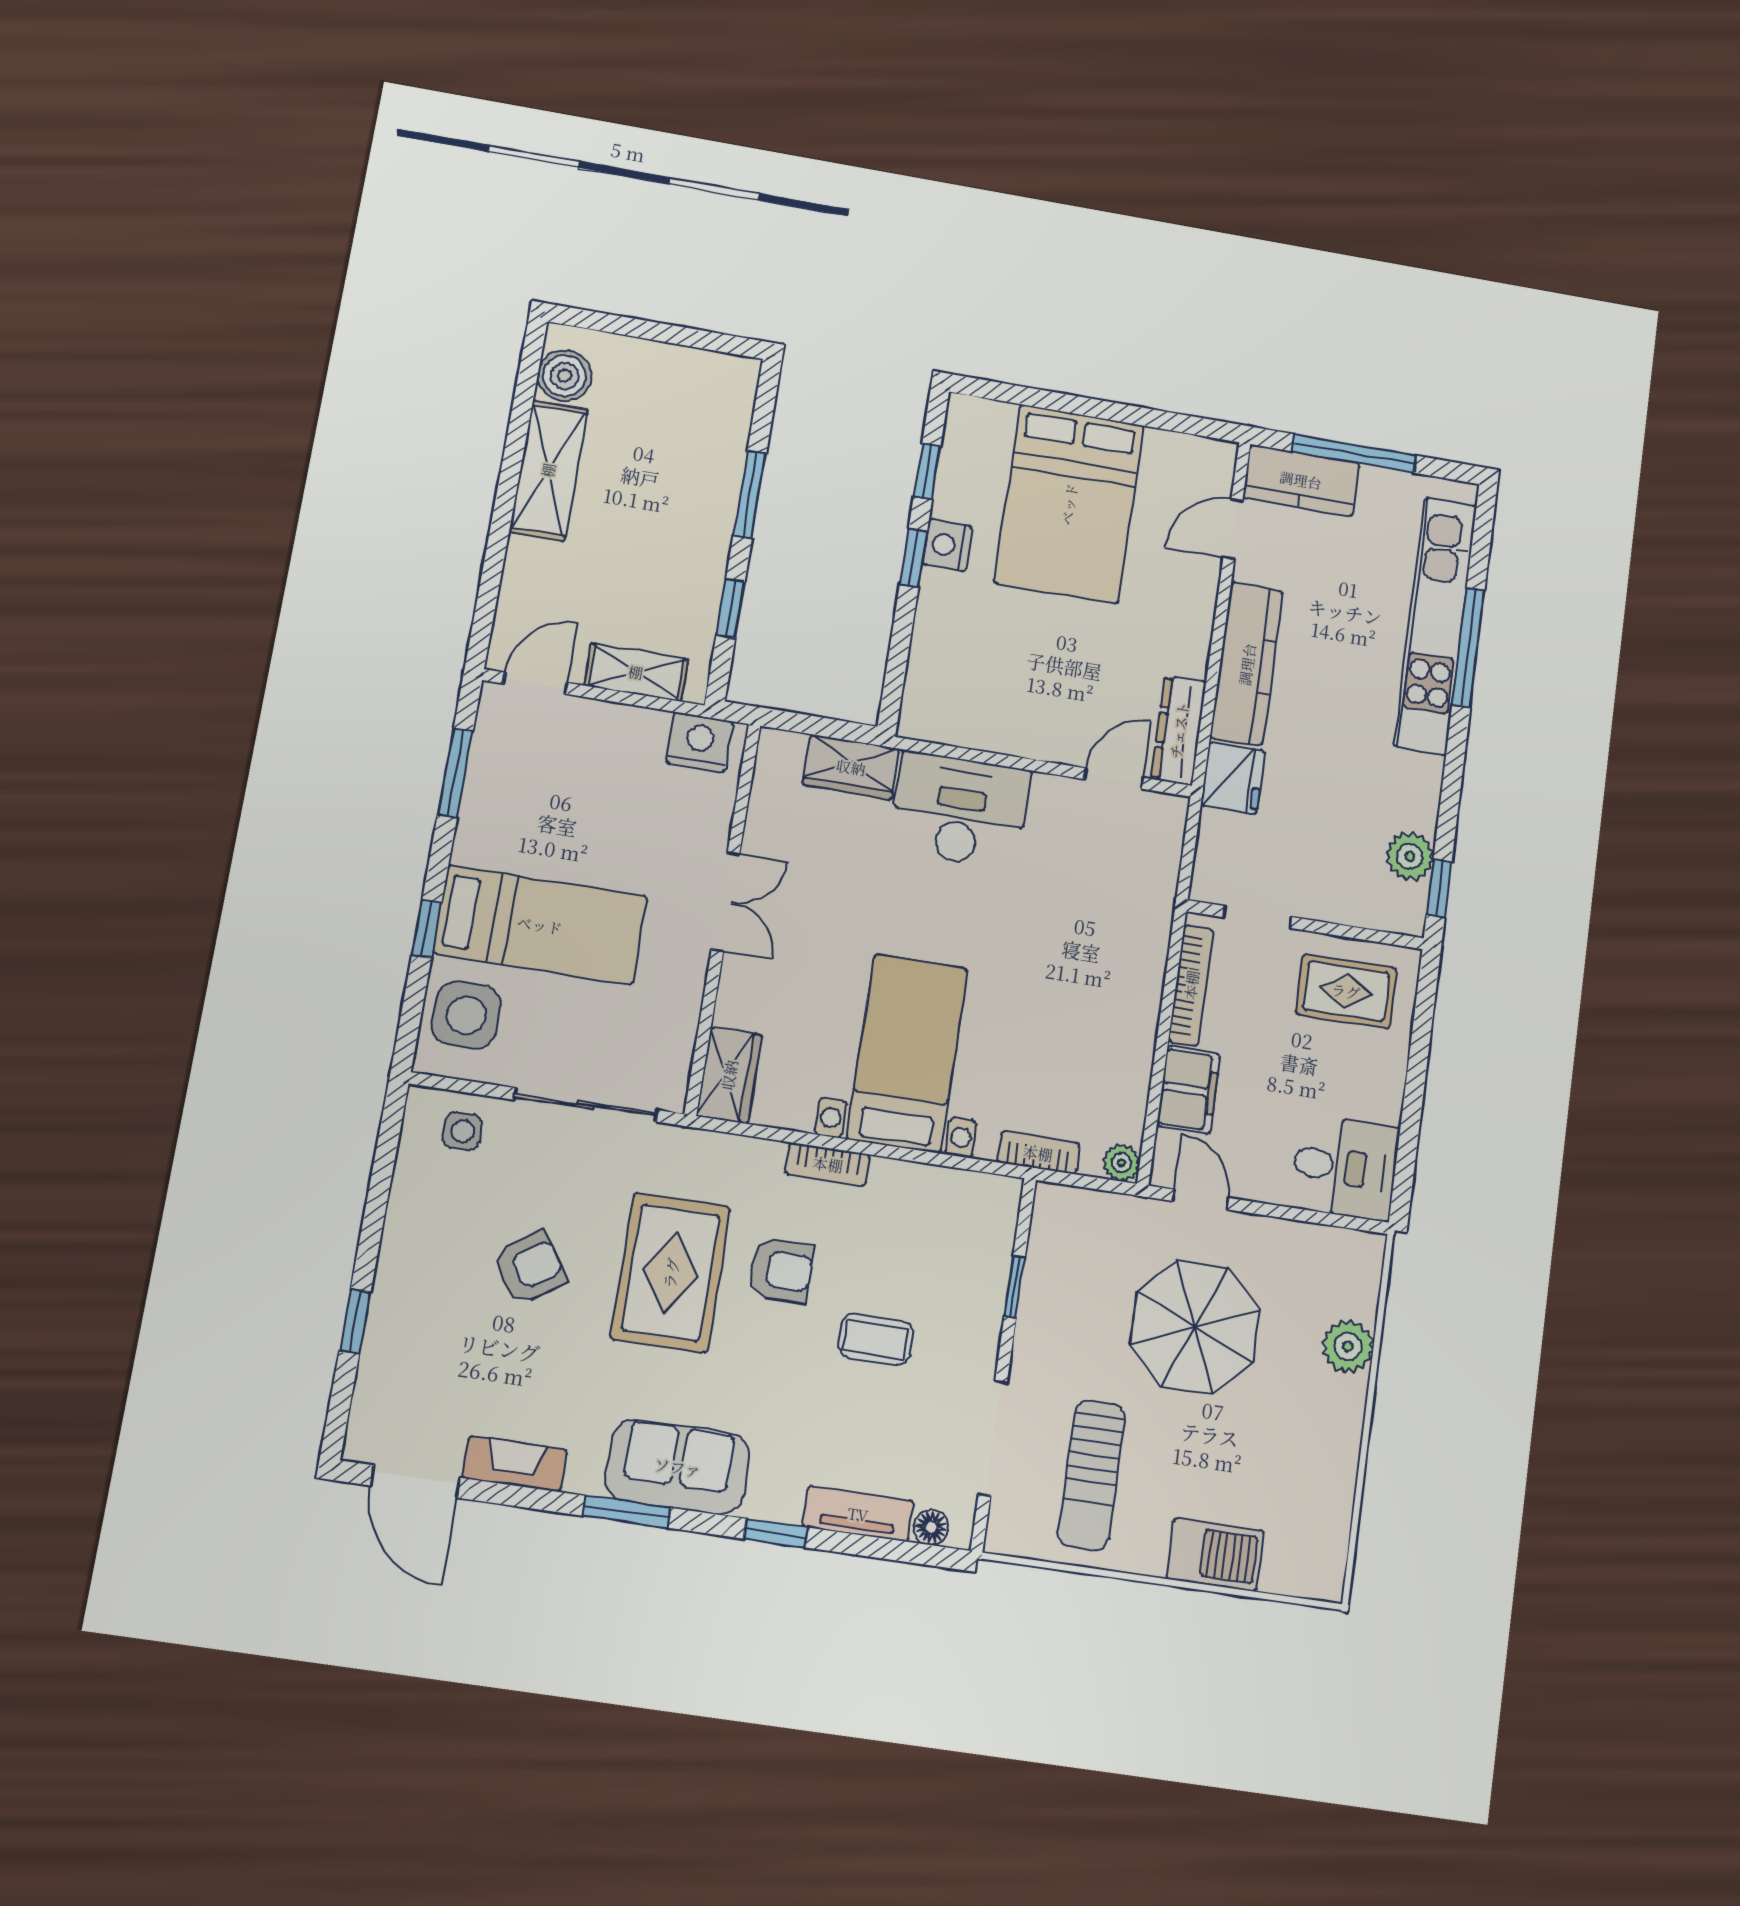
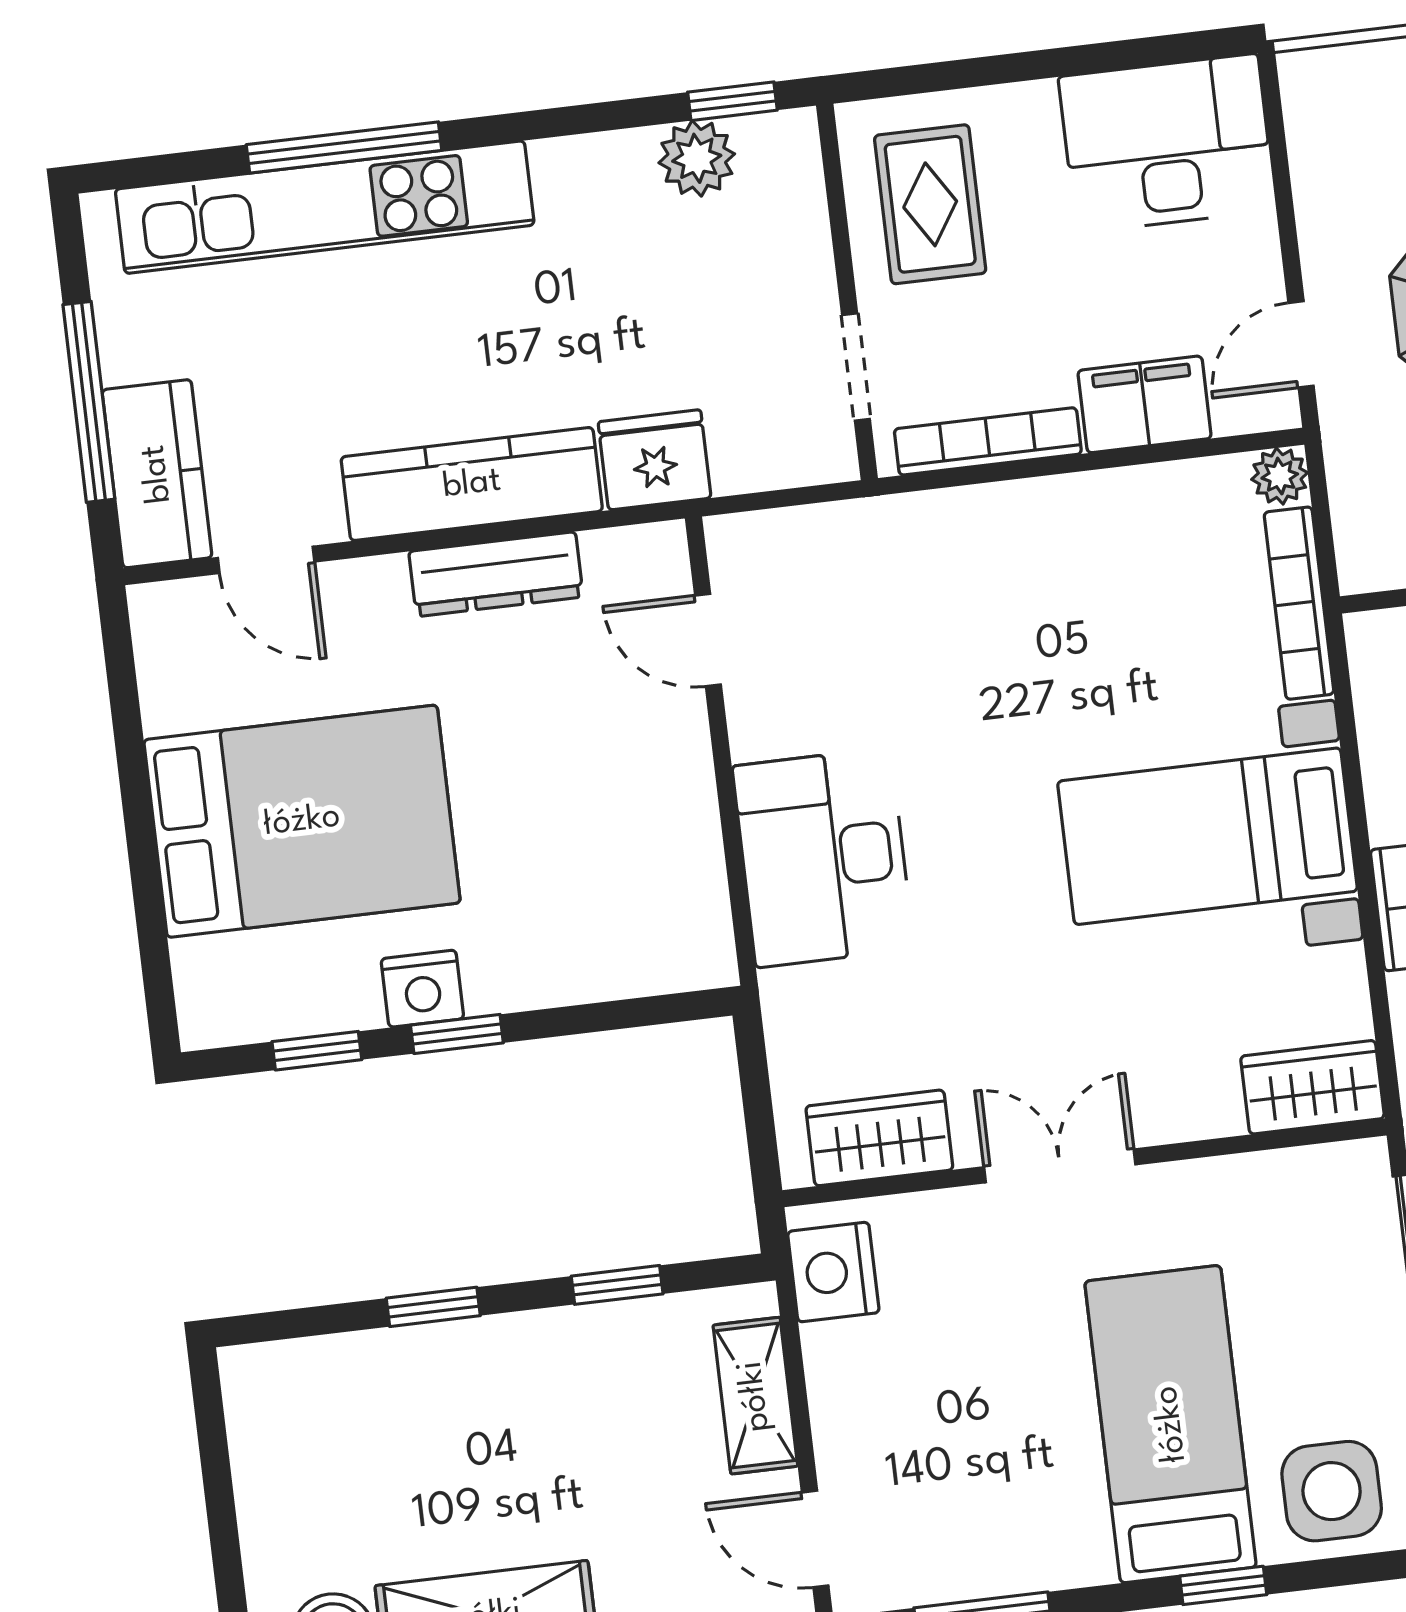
window: (750, 494) -> (433, 1307), width x0.67
dresser: (1179, 730) -> (496, 574), moved
wardrobe: (851, 767) -> (879, 1138), moved, turned -90
bookcase: (1038, 1153) -> (1299, 603), width x1.56
desk: (1345, 1167) -> (1167, 143), width x1.37

